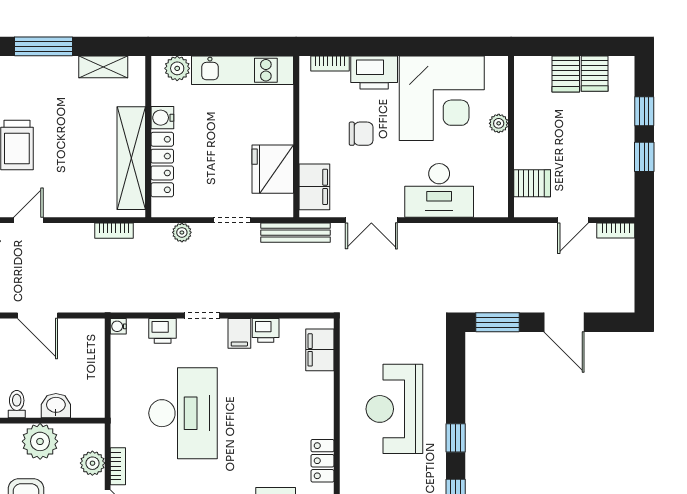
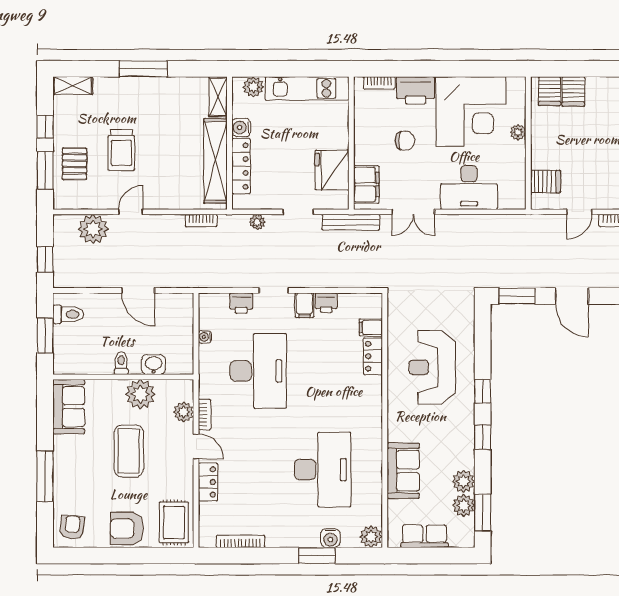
shelving: (103, 67) -> (218, 97), moved, turned 90
server rack: (595, 74) -> (550, 91), moved
water cooler: (118, 326) -> (205, 337), moved
filing cabinet: (320, 350) -> (371, 327), width x0.50
locker: (322, 461) -> (373, 356), moved

